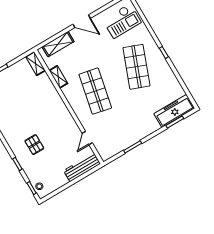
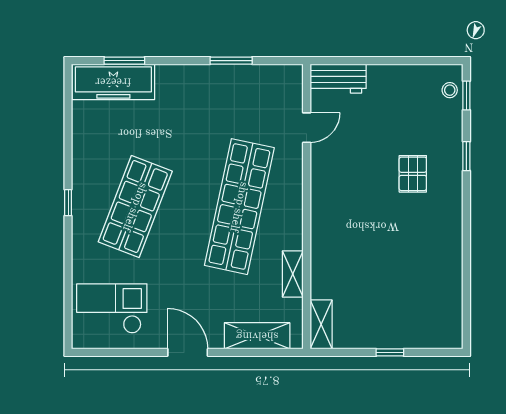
shop shelf: (95, 91) -> (239, 207), width x1.40
workbench: (82, 167) -> (338, 79), width x0.73

